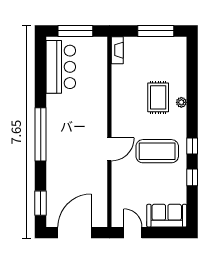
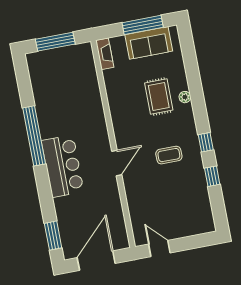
bar counter: (61, 67) -> (63, 166), moved
window: (41, 134) -> (34, 136), moved
coffee table: (157, 151) -> (169, 155), width x0.54, depth x0.58
sofa: (167, 216) -> (149, 43), moved, turned 180

